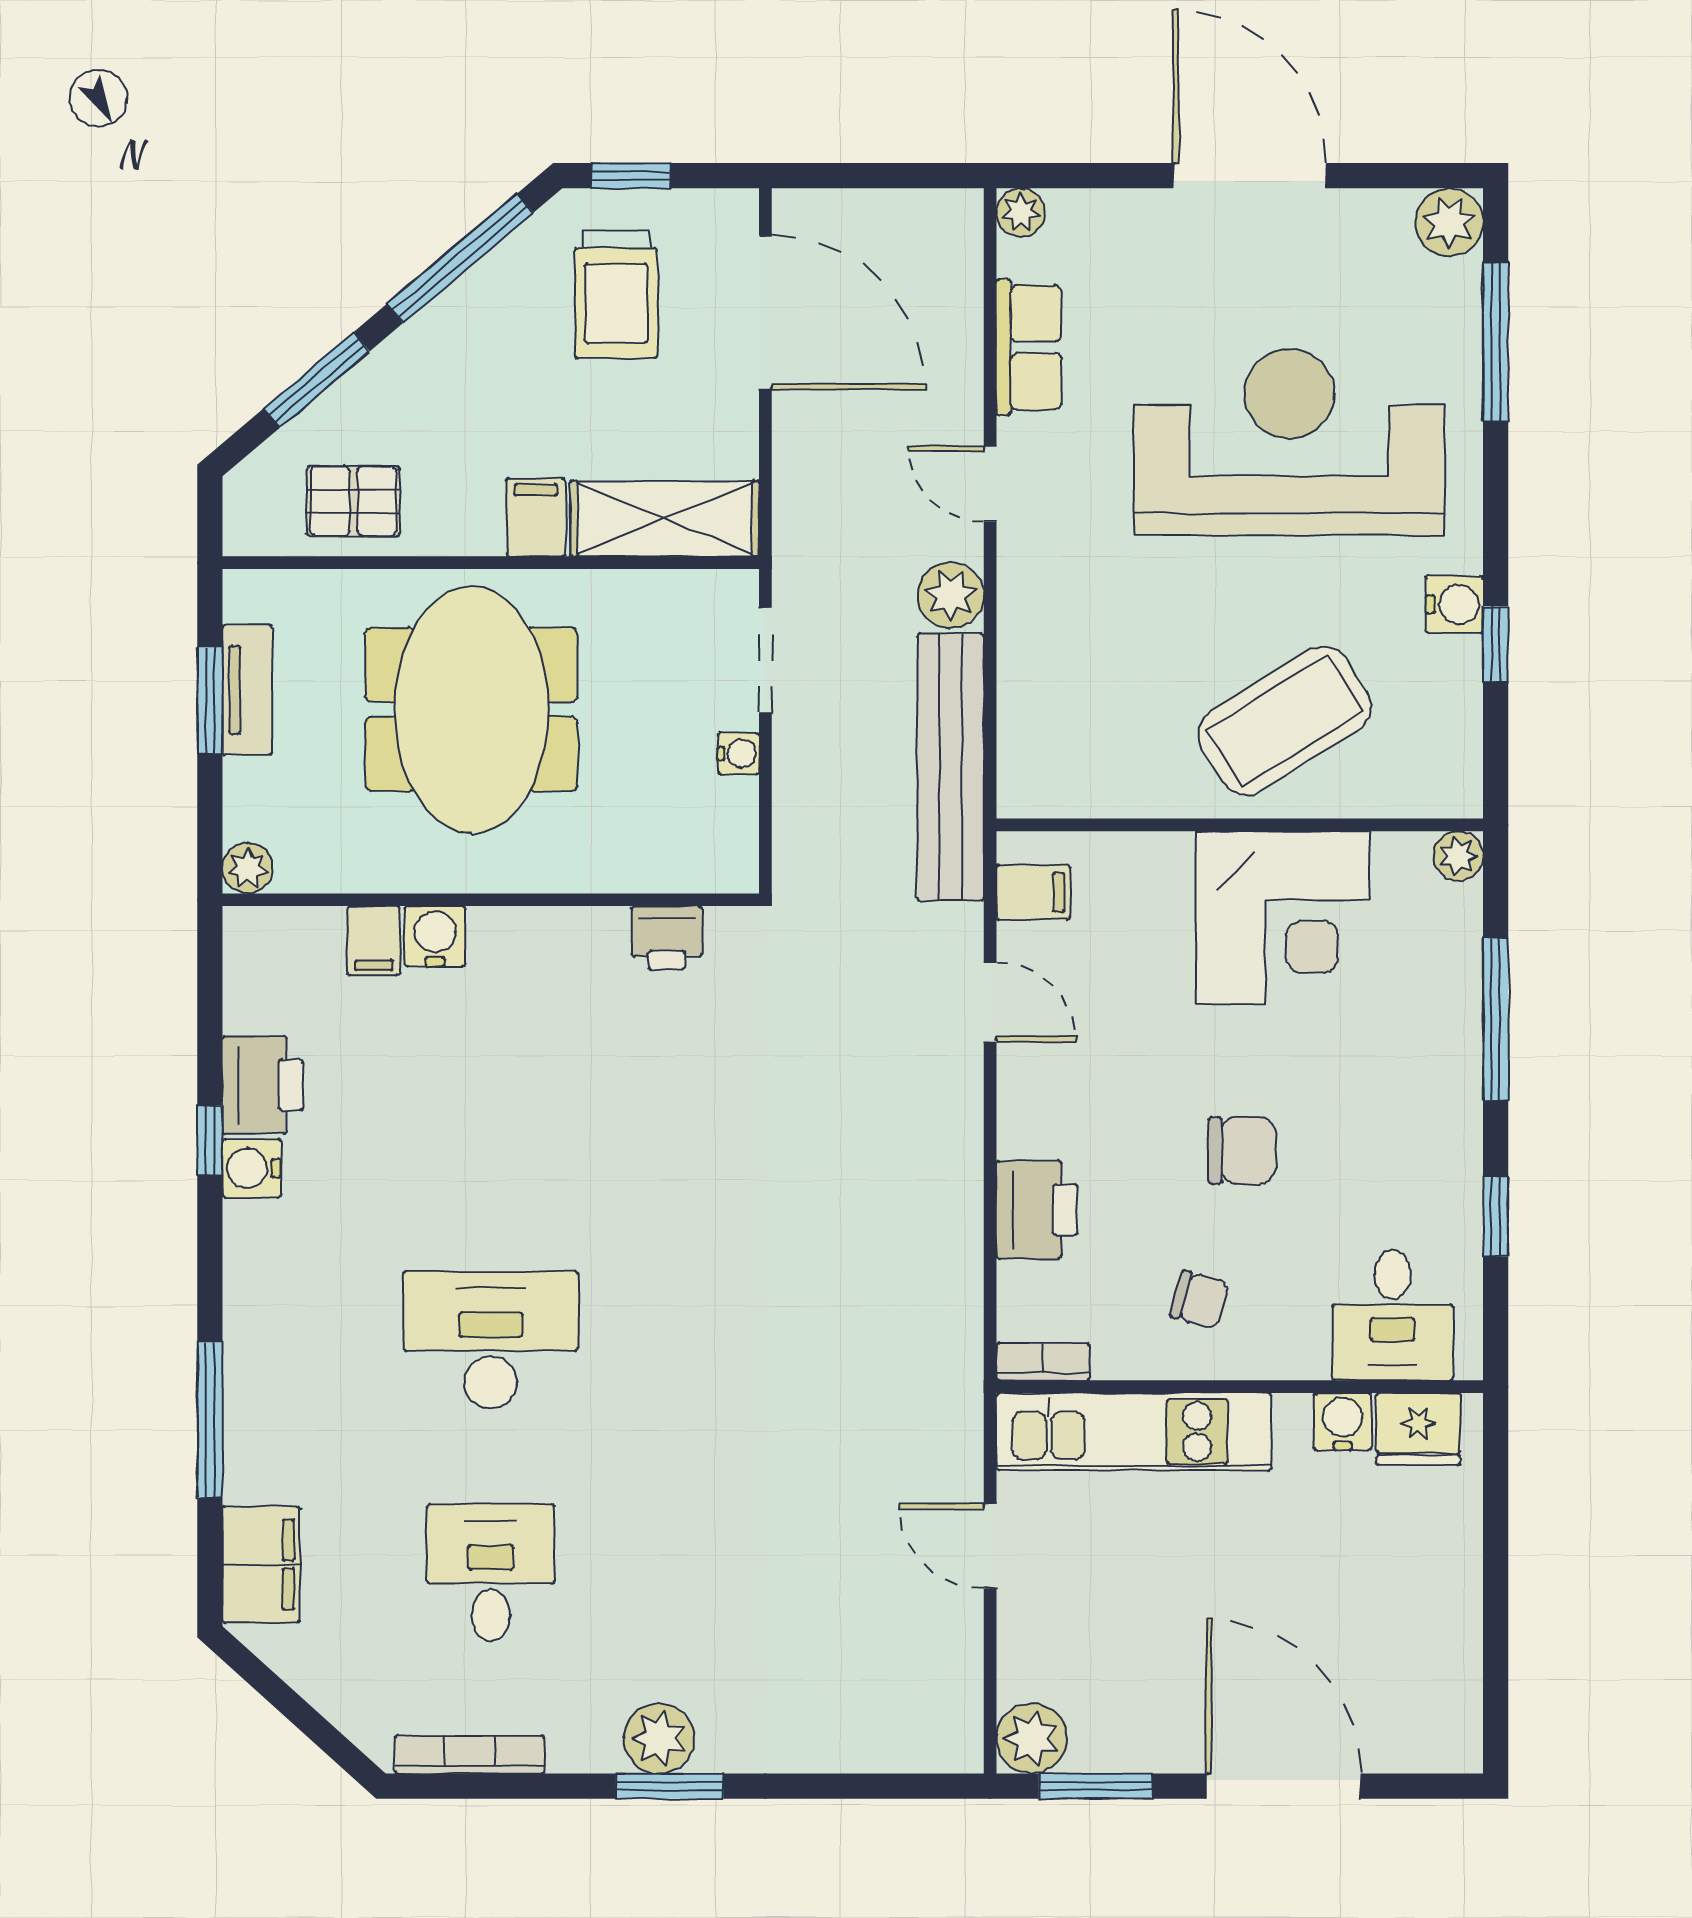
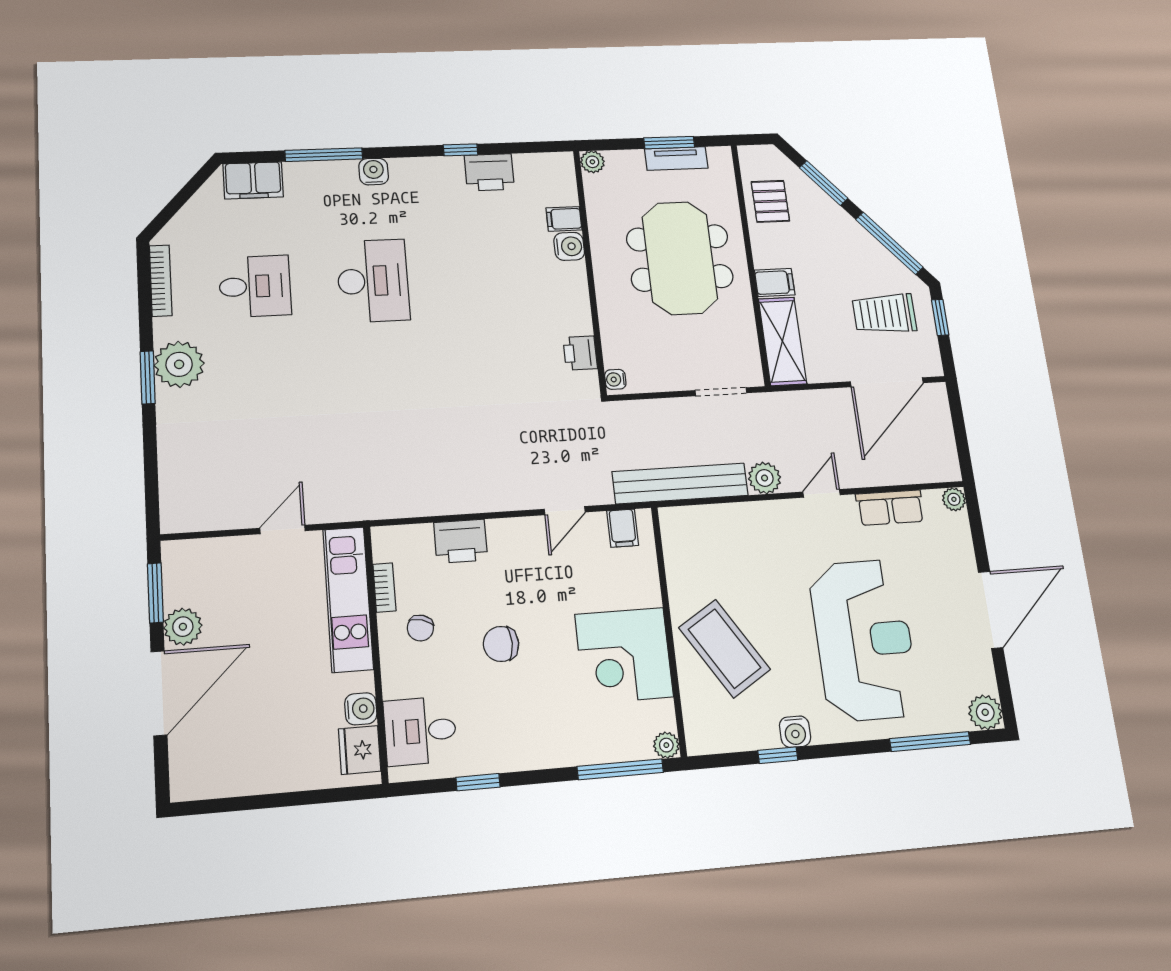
meeting table: (471, 710) -> (680, 258), turned 90
water cooler: (738, 754) -> (615, 379), moved, turned 90
window: (1496, 1019) -> (620, 769), moved
chair: (1242, 1150) -> (501, 644), turned 90
water cooler: (252, 1168) -> (374, 172), moved
bookcase: (1043, 1362) -> (384, 588), moved
plant: (659, 1738) -> (179, 364), width x1.36, depth x1.36
plant: (1032, 1738) -> (183, 627), moved

